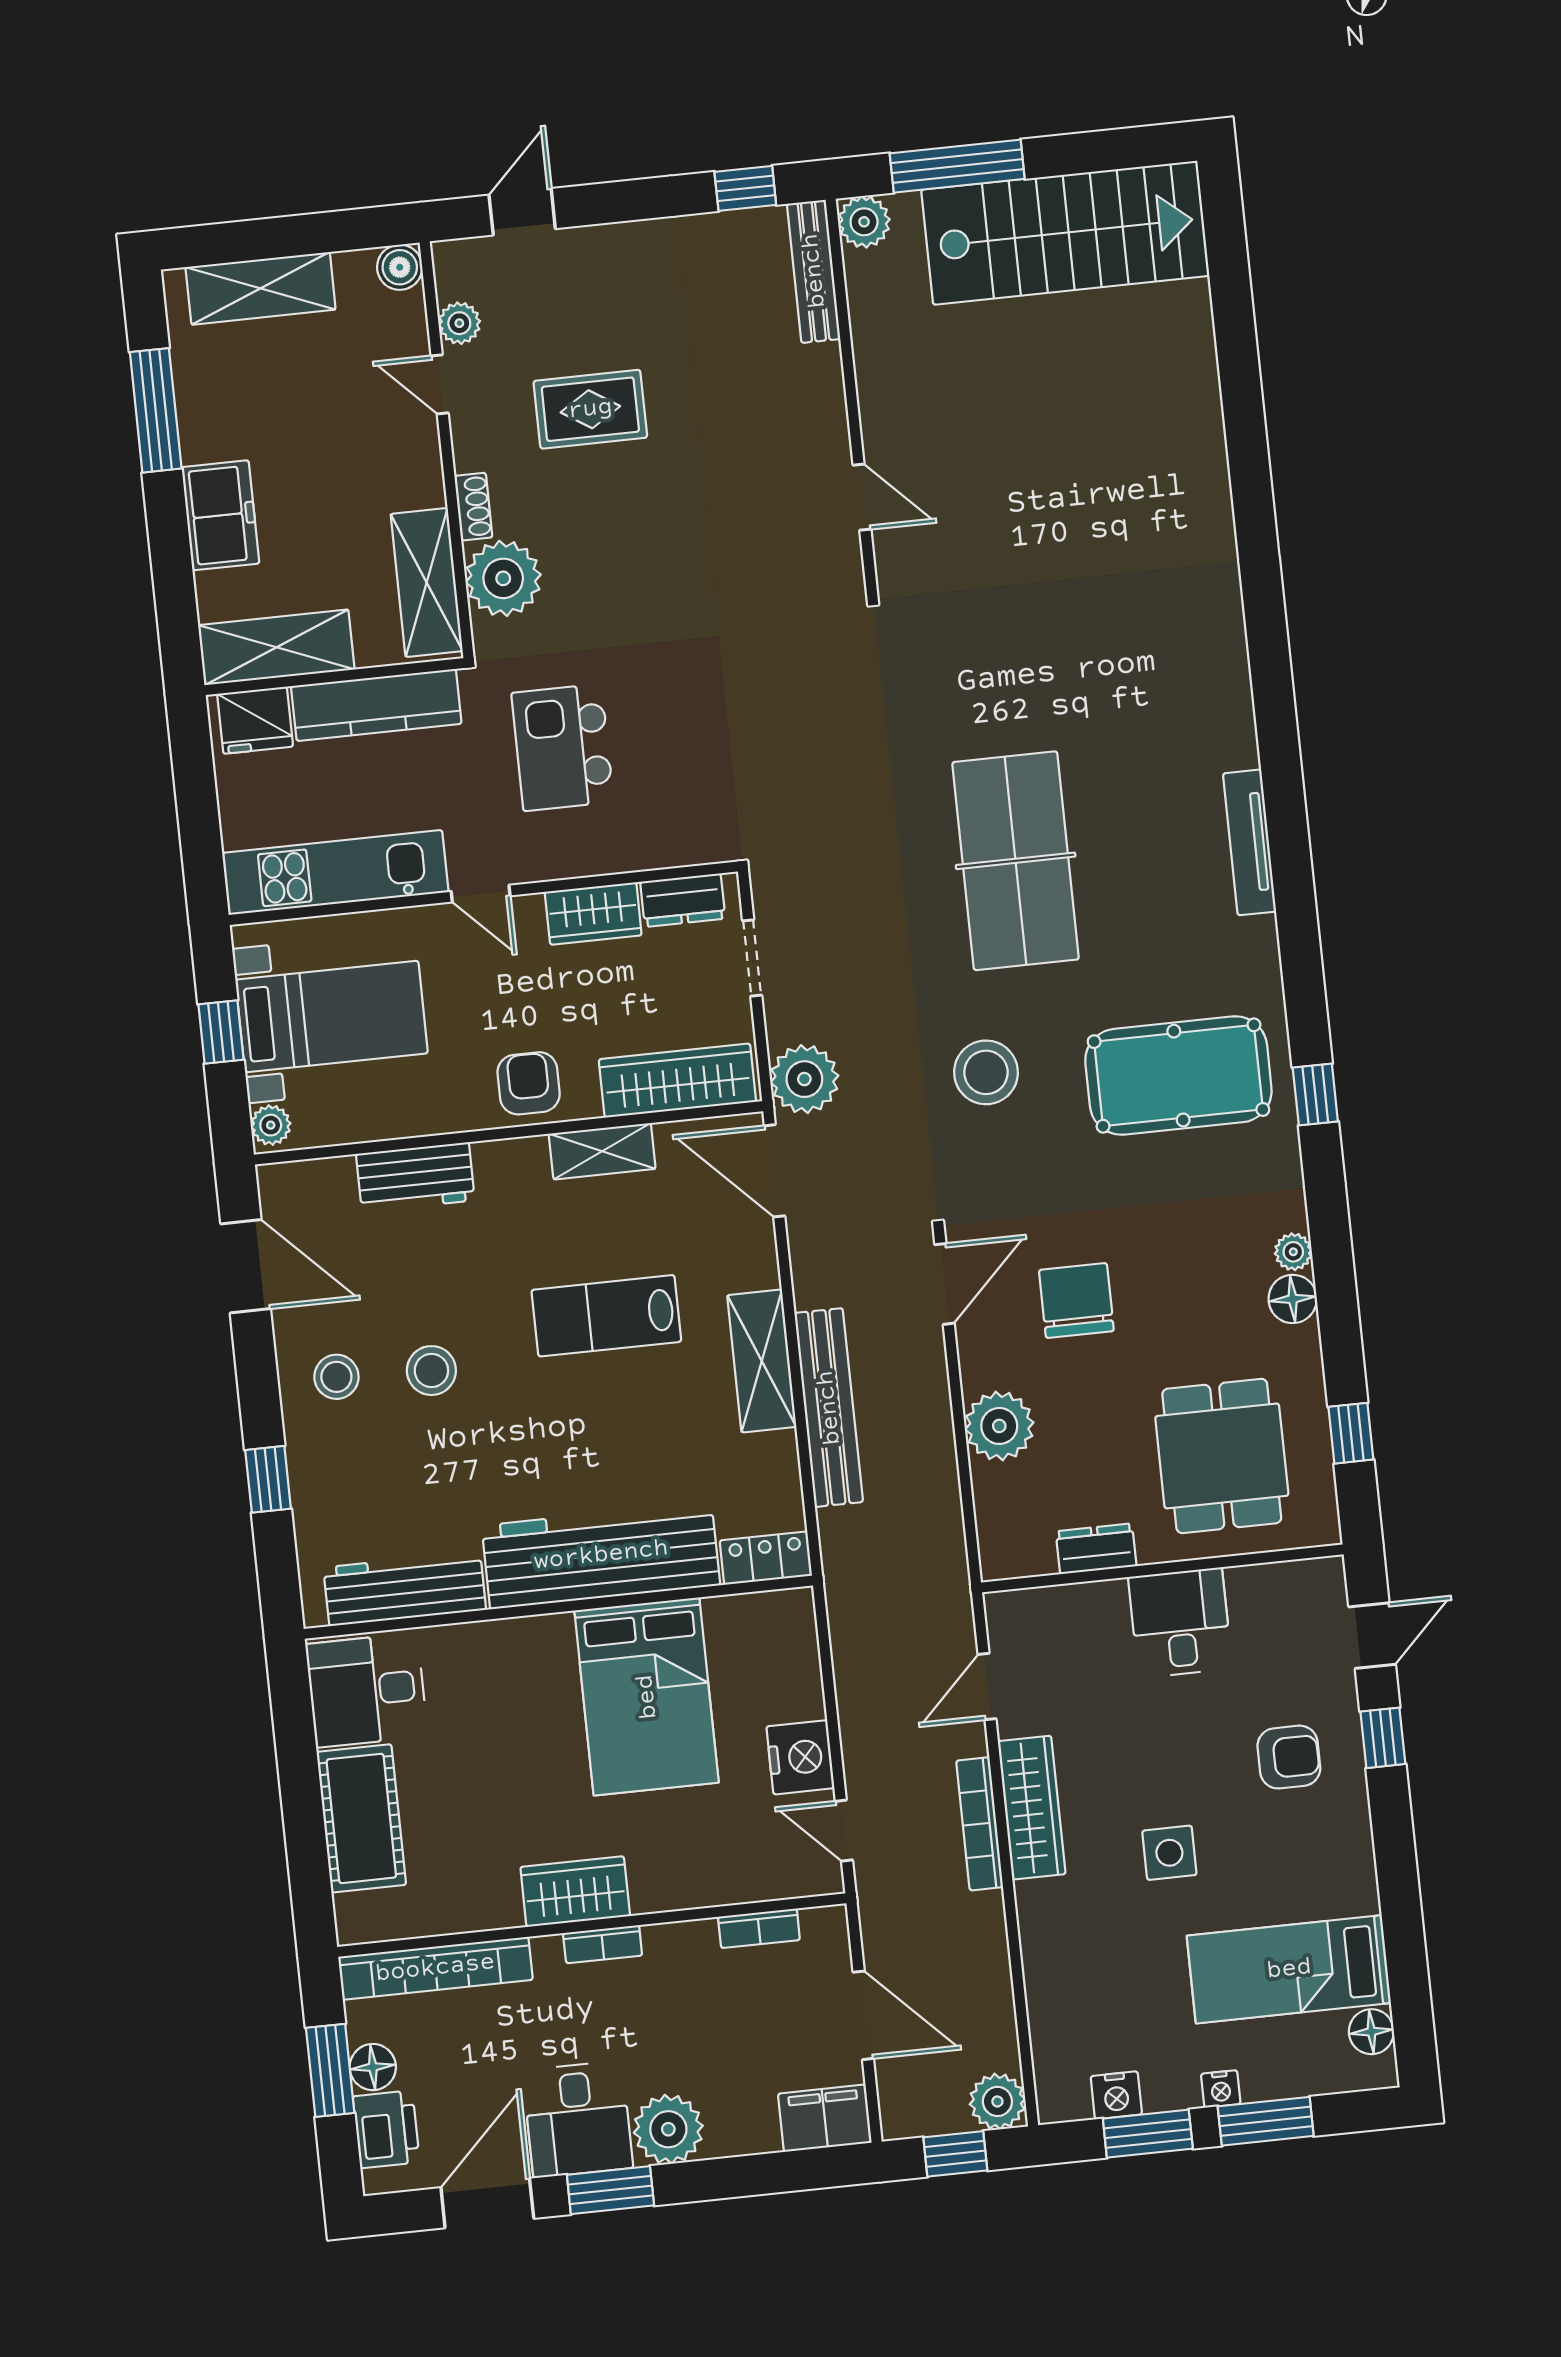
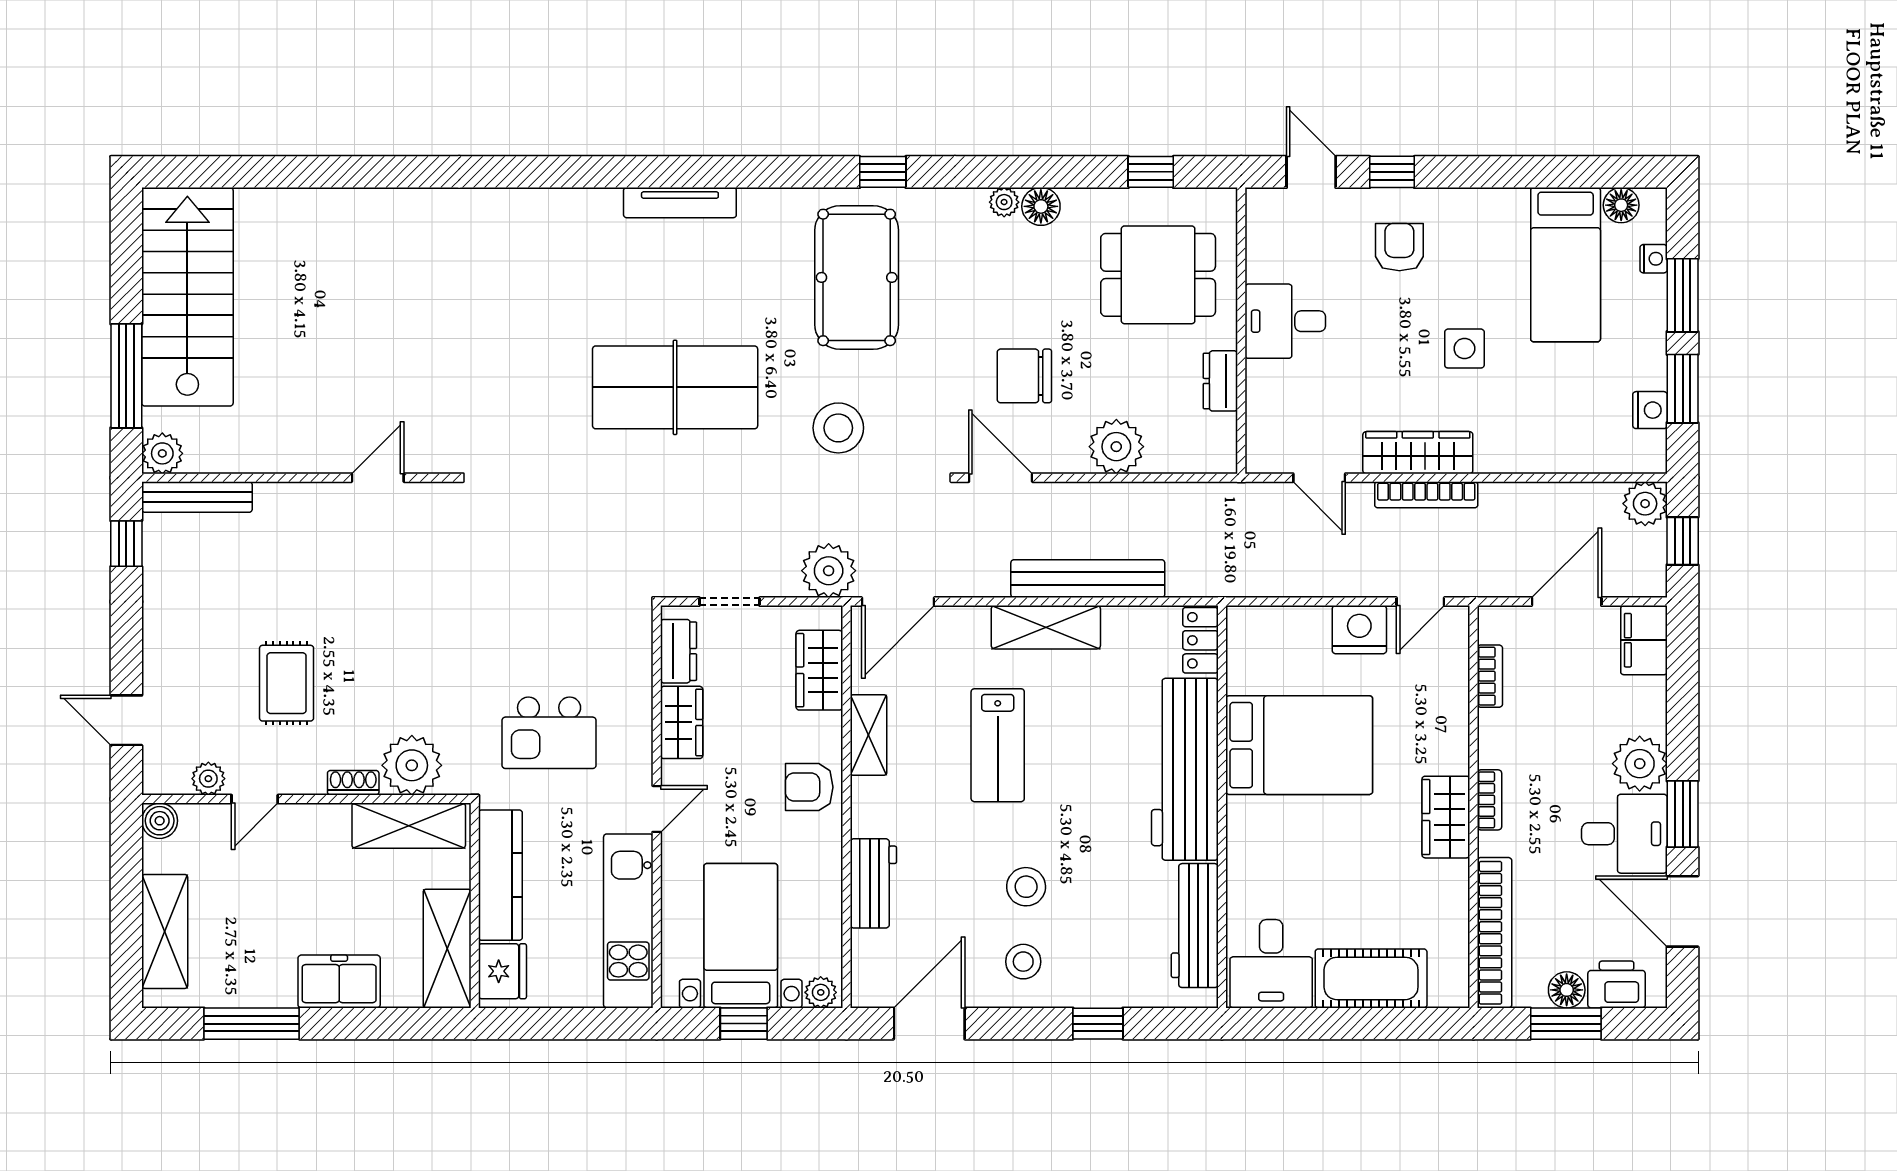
wardrobe: (677, 1081) -> (819, 670), width x0.67
nightstand: (1221, 2089) -> (1654, 259), moved

